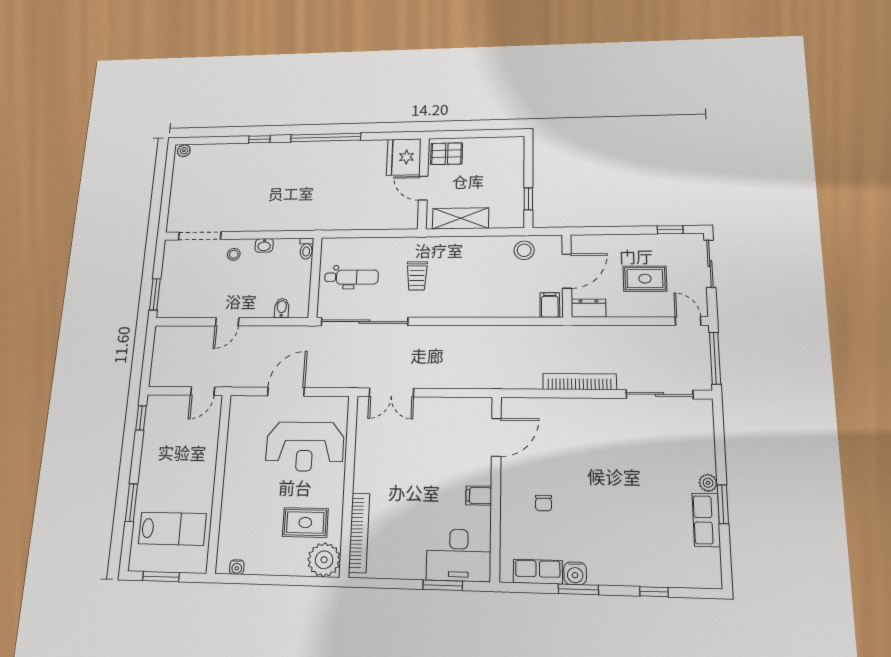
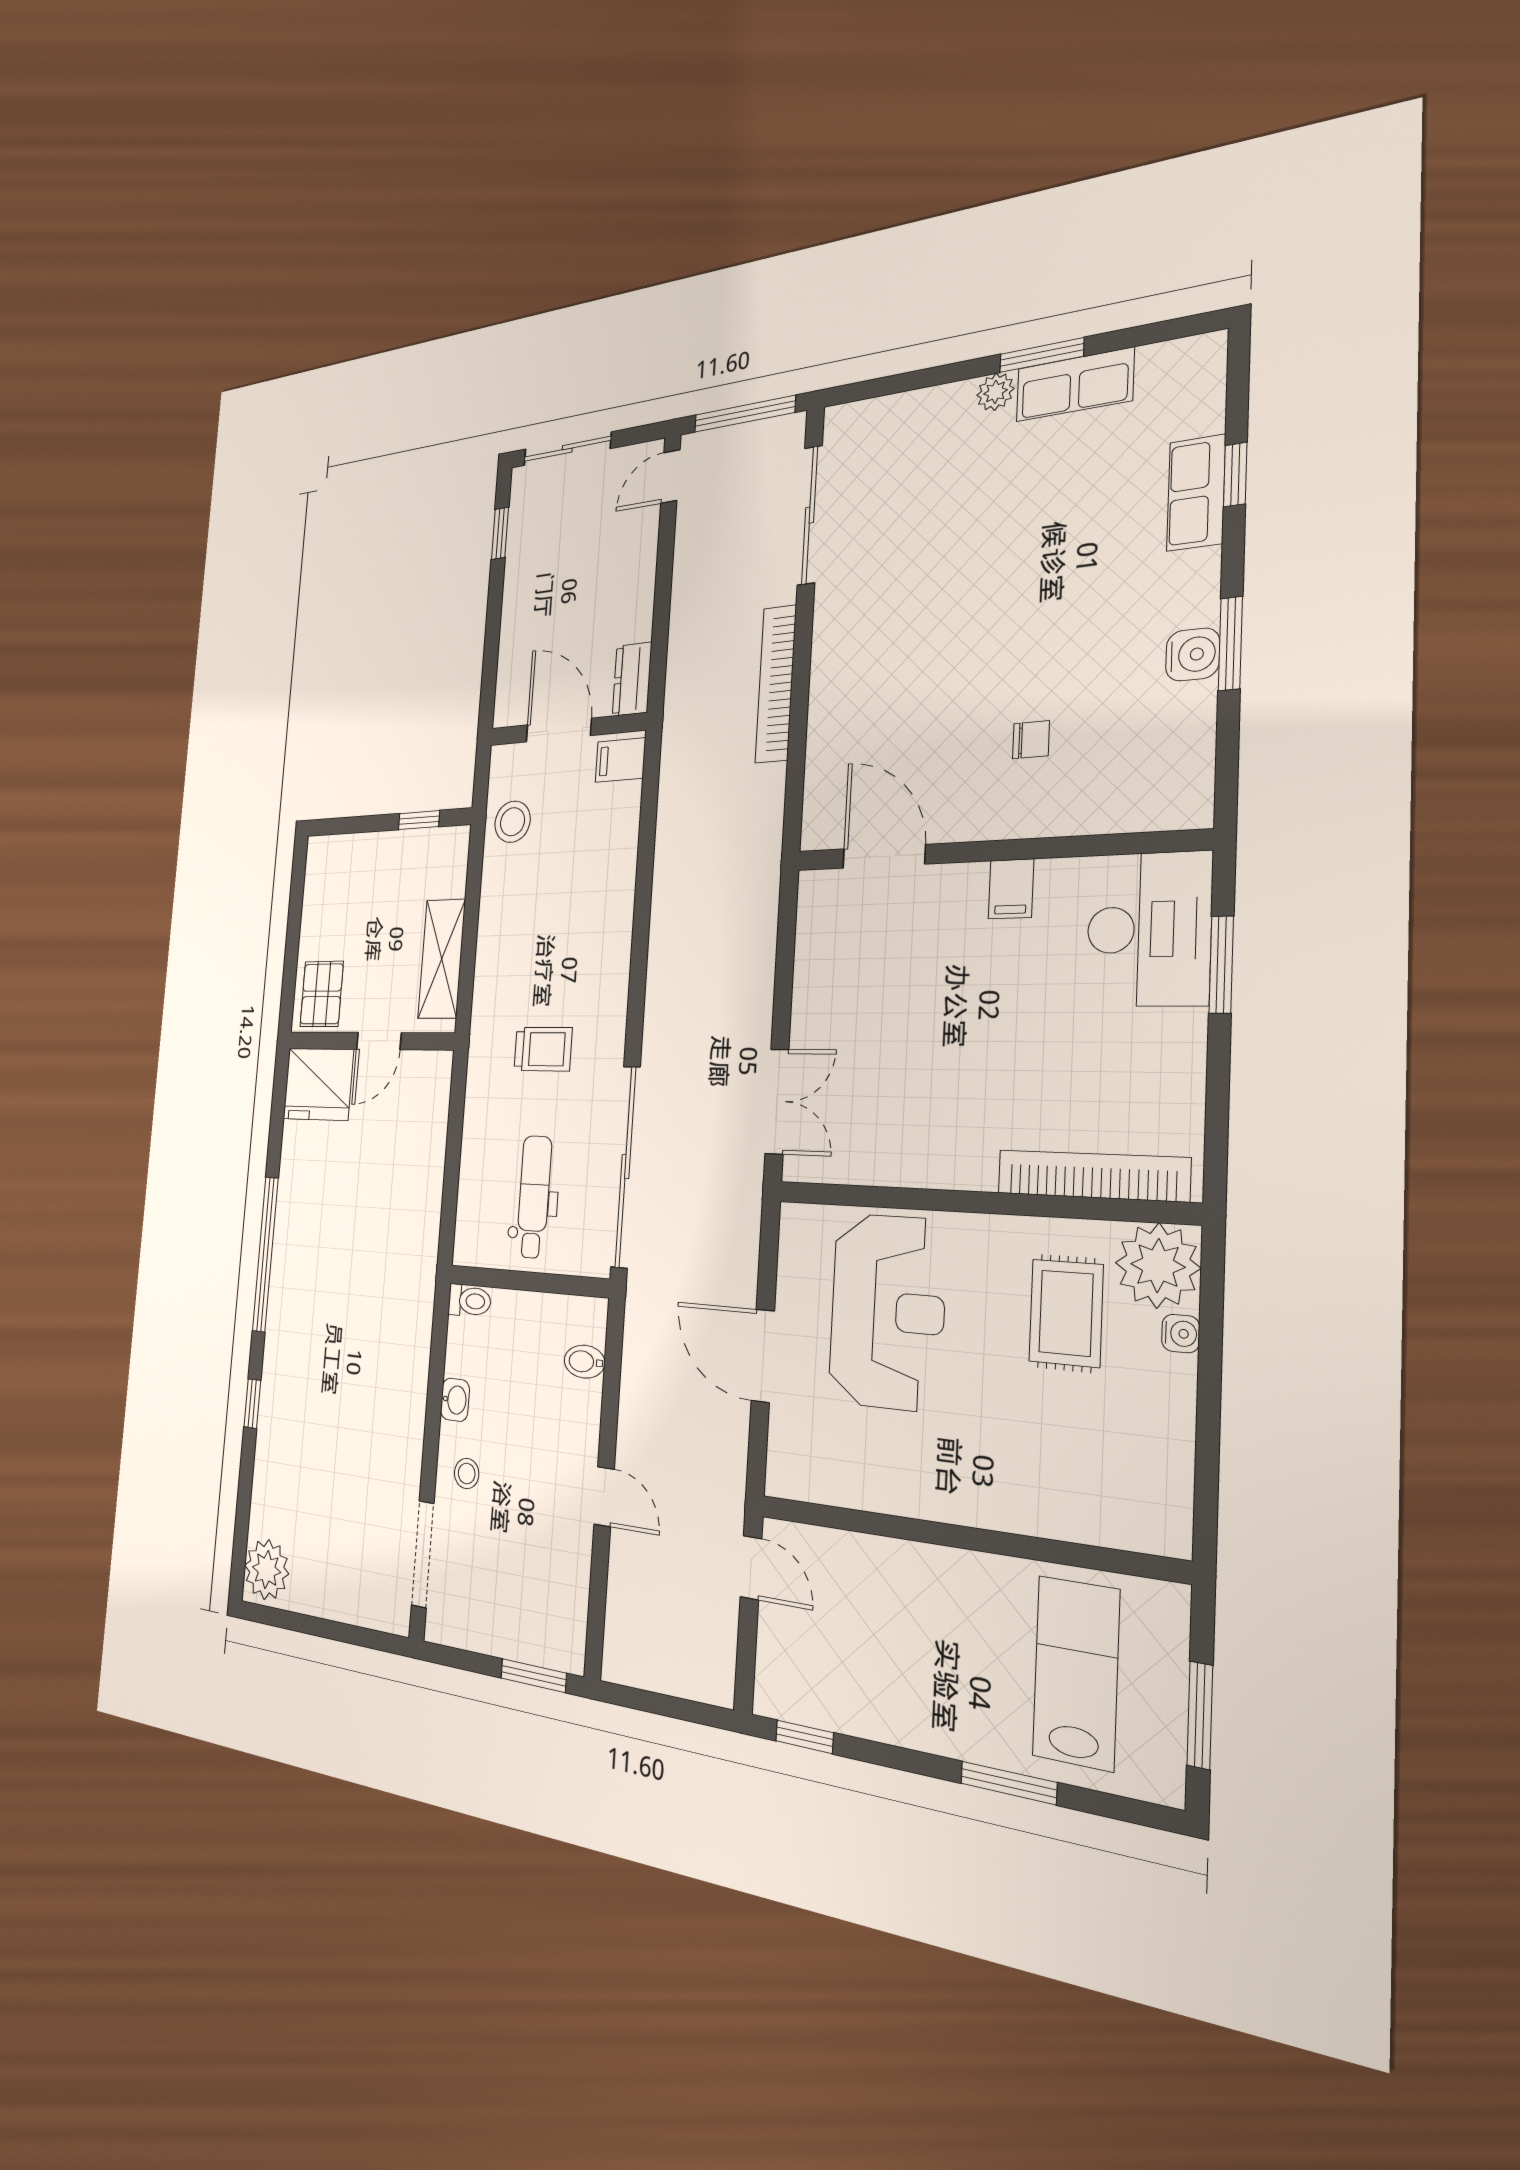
plant: (184, 151) -> (267, 1570), width x1.87, depth x1.87
rug: (645, 279) -> (585, 571), removed
water cooler: (237, 567) -> (1181, 1334), moved
row of seats: (538, 572) -> (1196, 493), moved

